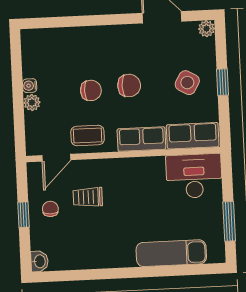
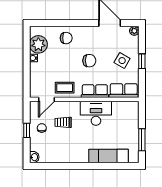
chair: (91, 90) -> (66, 38), moved
plant: (32, 103) -> (38, 44), moved, width x1.88, depth x1.88
desk: (194, 176) -> (96, 113), moved

